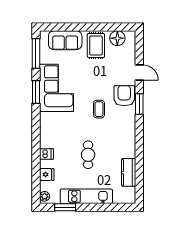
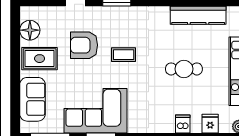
armchair: (124, 96) -> (84, 45), moved
kitchen counter: (129, 172) -> (198, 15), width x1.50

